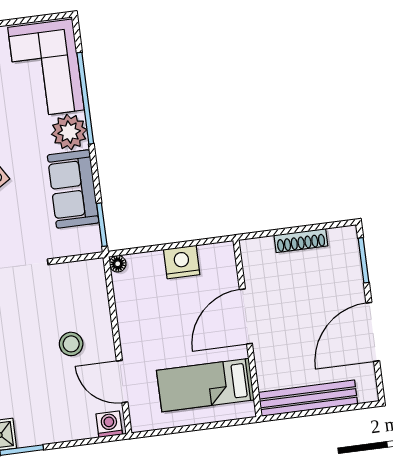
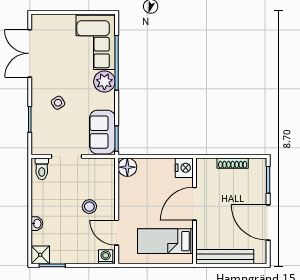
sofa: (73, 189) -> (102, 132), moved
nightstand: (182, 262) -> (184, 168), moved, turned 90
floor lamp: (118, 264) -> (127, 167), width x1.89, depth x1.89
door: (373, 332) -> (268, 223), hinge flipped

